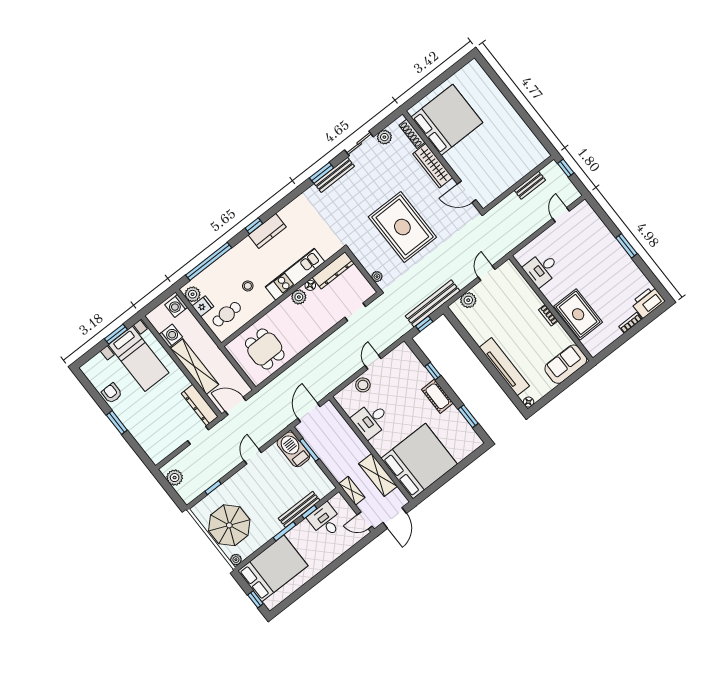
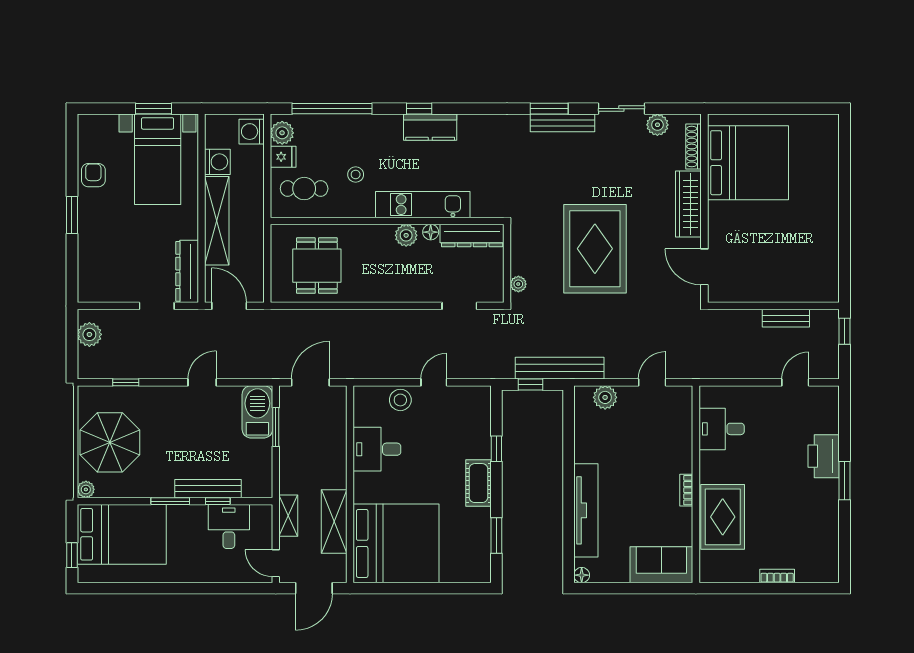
printer: (648, 302) -> (824, 456), moved, turned -90

